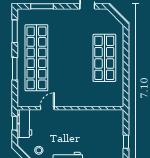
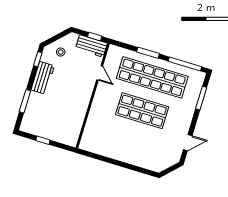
window: (15, 31) -> (185, 64), width x1.44
shop shelf: (104, 58) -> (142, 111), moved

